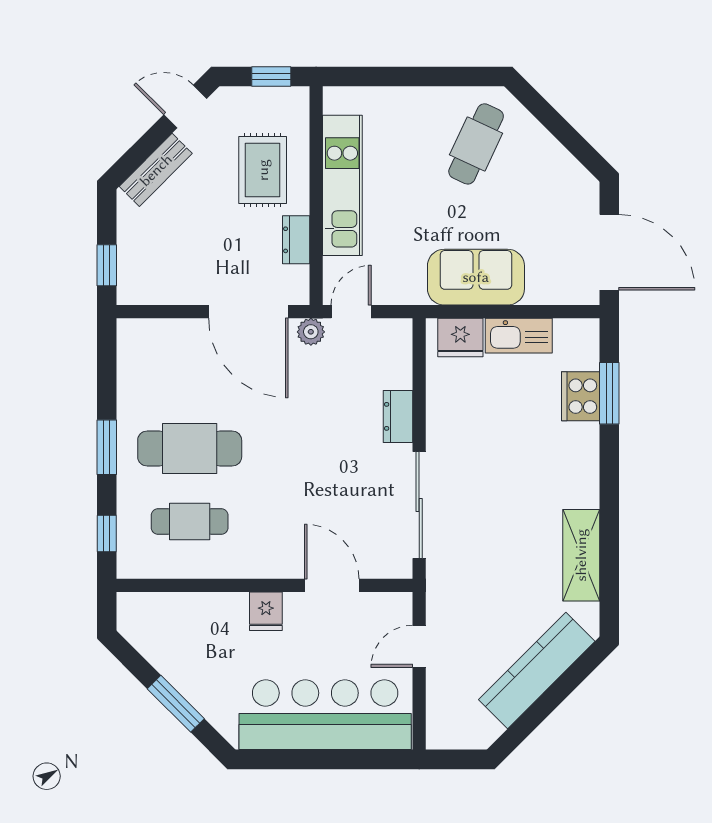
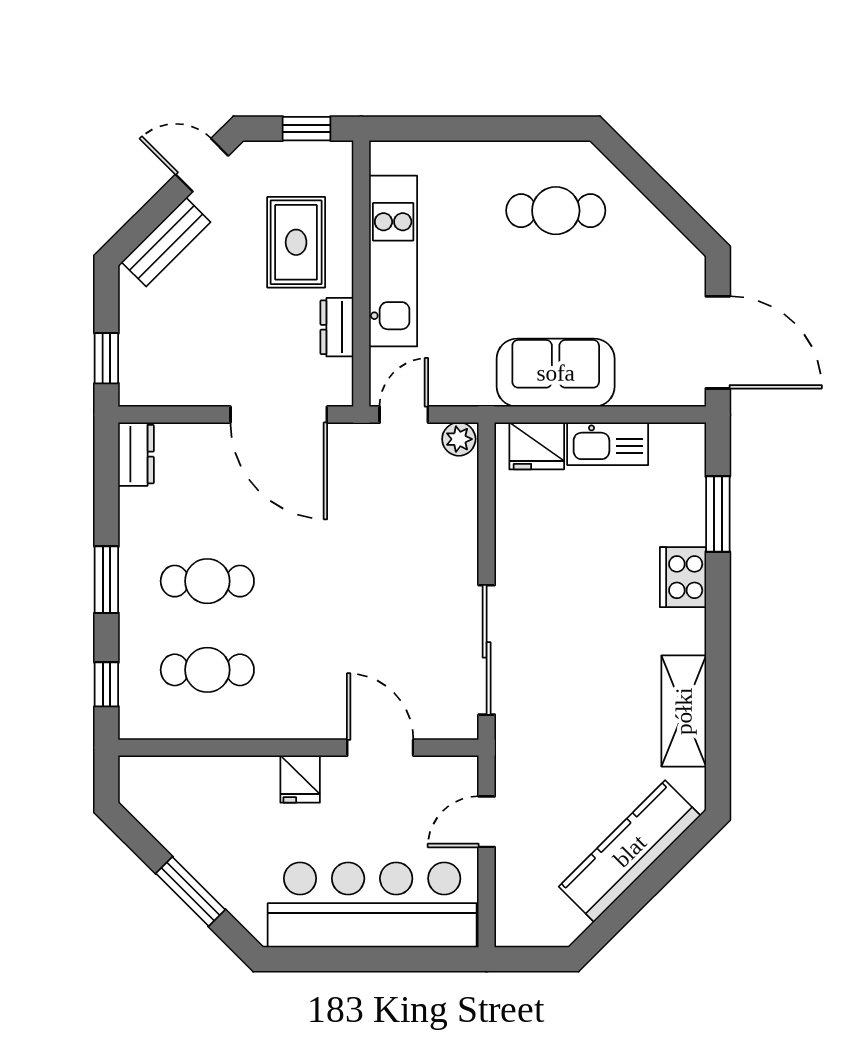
cafe table: (476, 144) -> (556, 211), turned 65
plant: (311, 332) -> (459, 439), moved
cooker: (581, 396) -> (683, 577), moved
dresser: (398, 416) -> (136, 454), moved, turned 180
cafe table: (190, 449) -> (207, 581), width x0.73, depth x0.74

